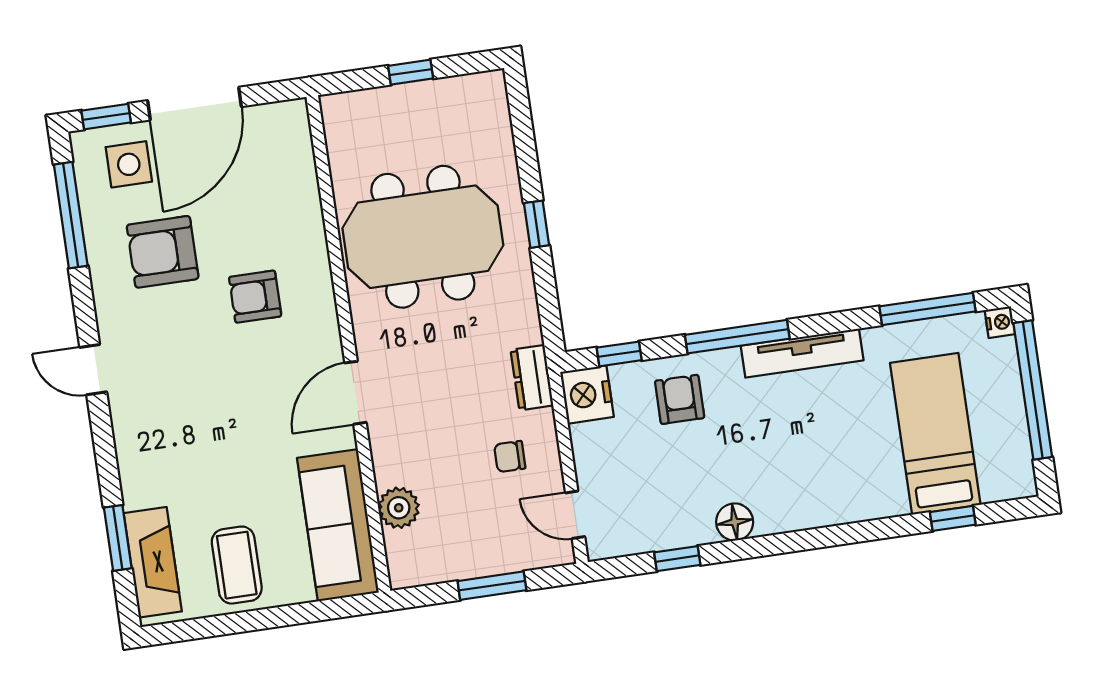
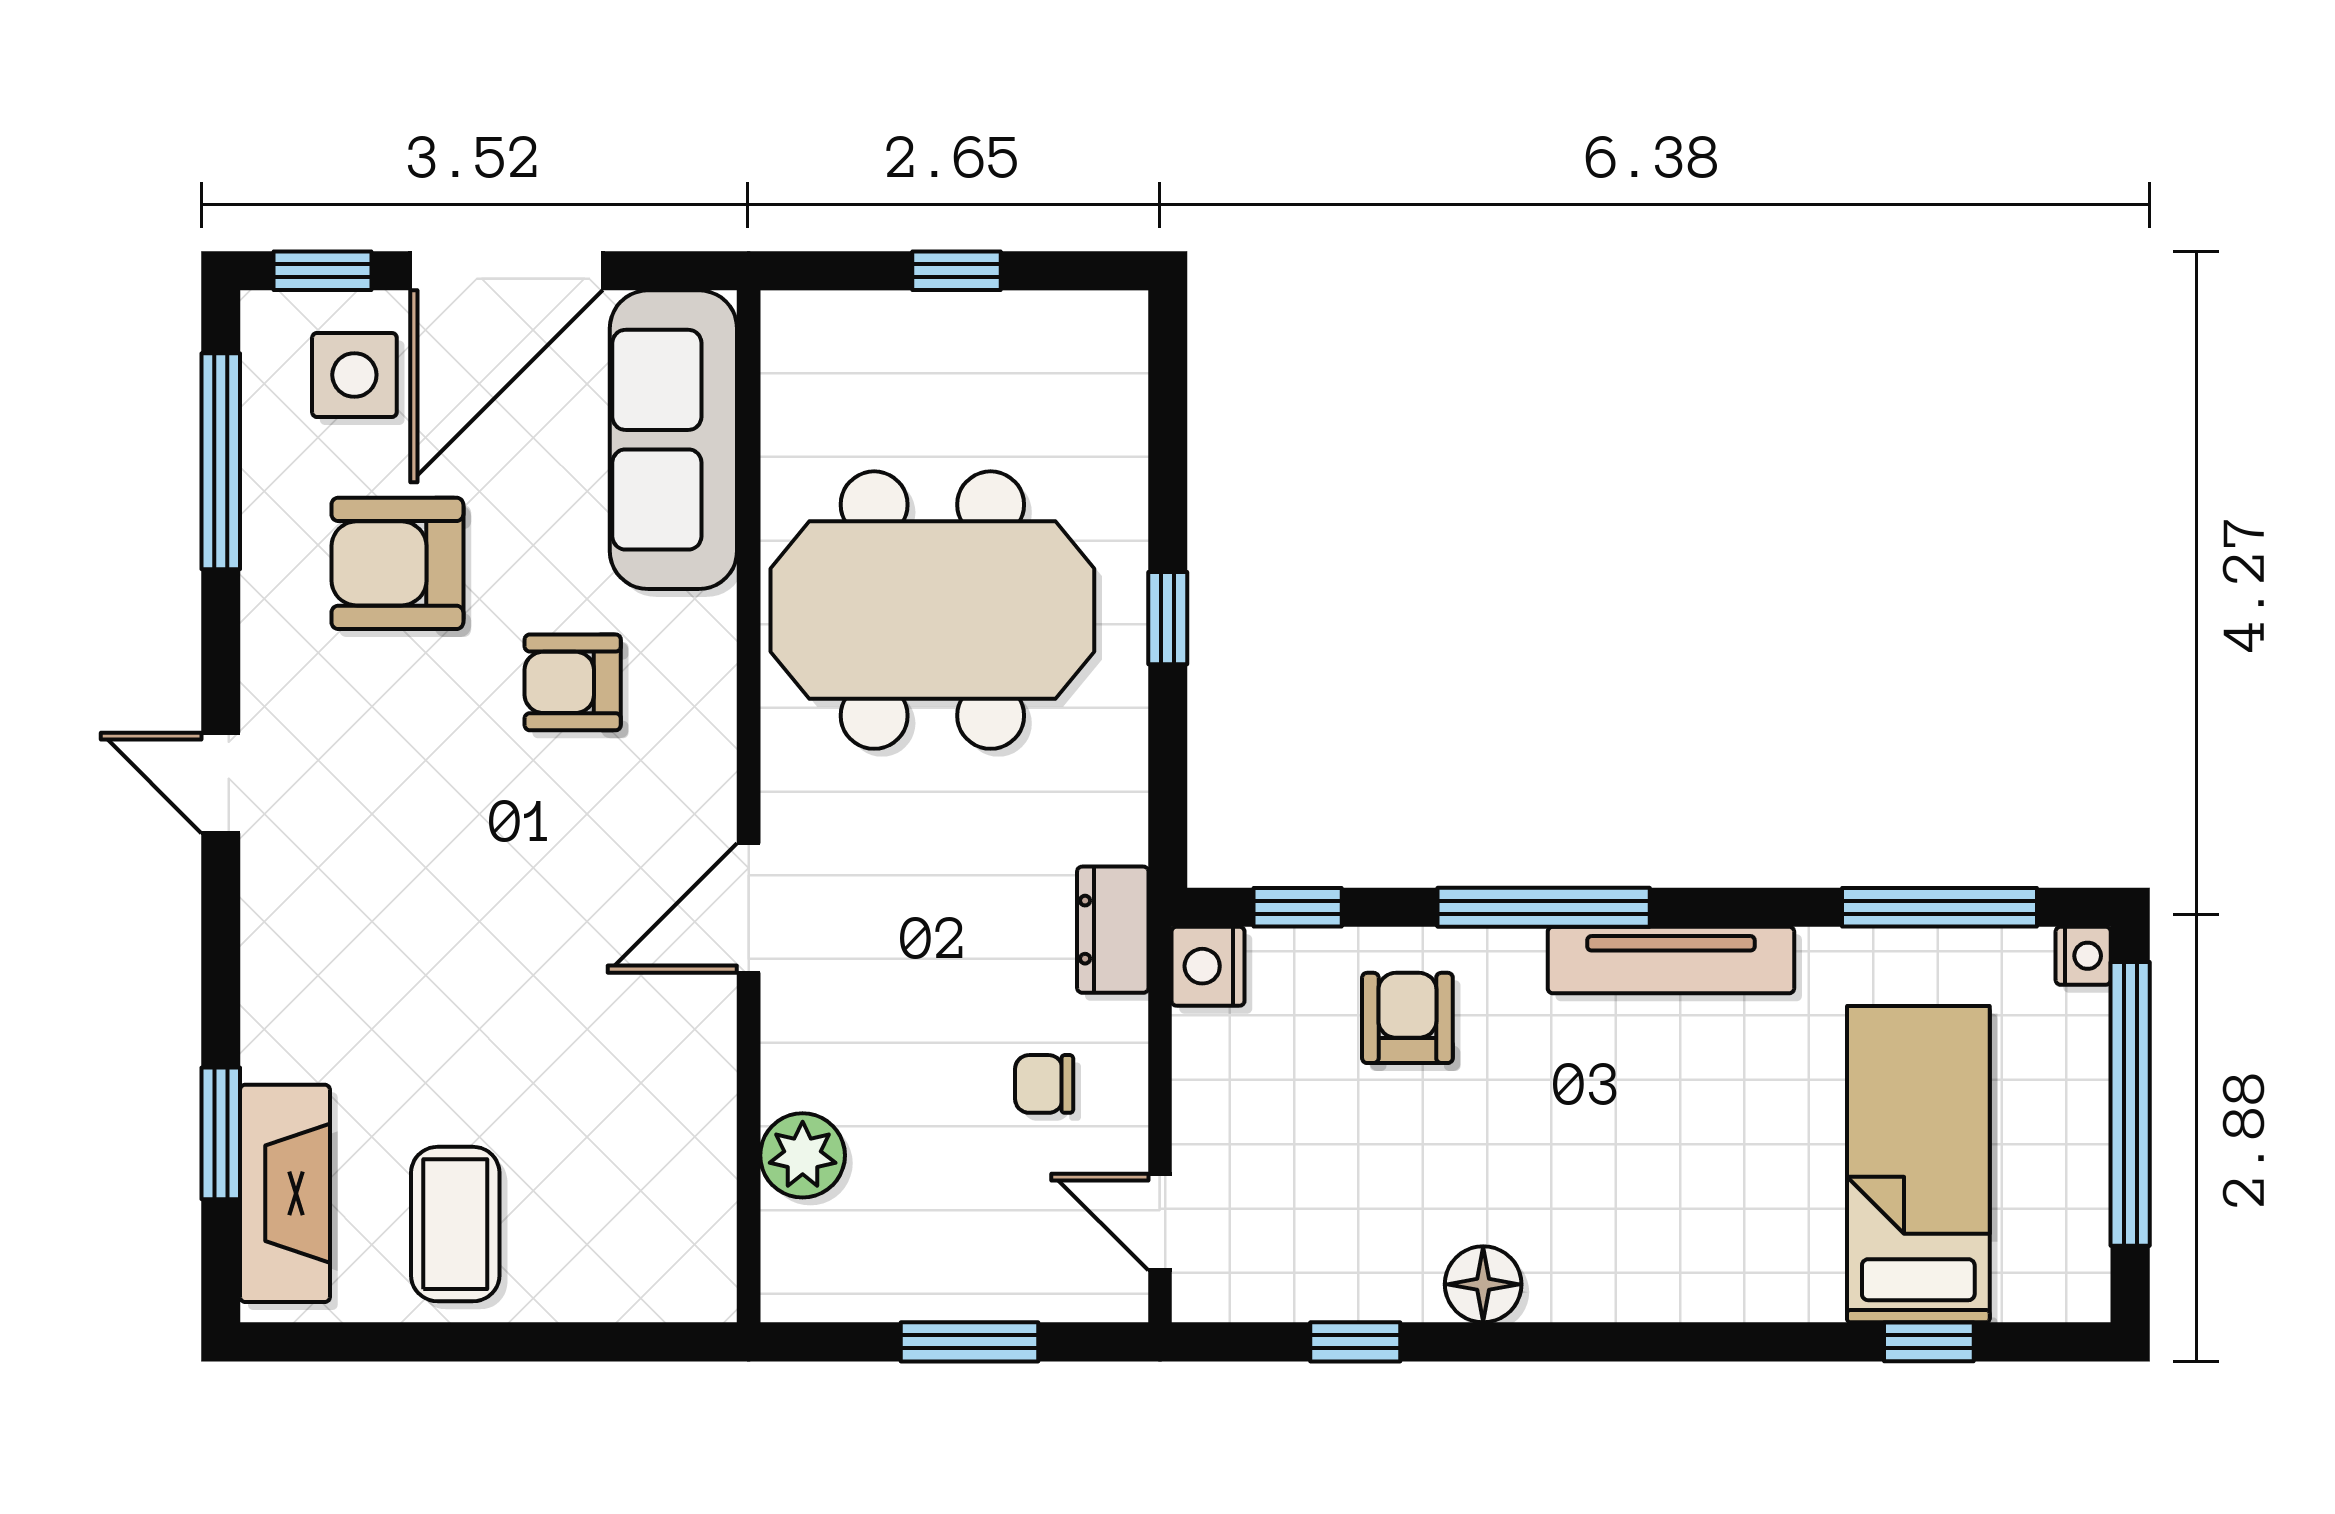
nightstand: (587, 395) -> (1208, 966), width x0.74, depth x0.75
sofa: (338, 525) -> (673, 440), moved

